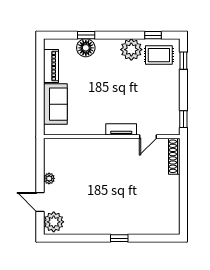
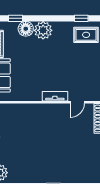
window: (86, 35) -> (15, 18), moved
plant: (131, 50) -> (43, 30), moved

